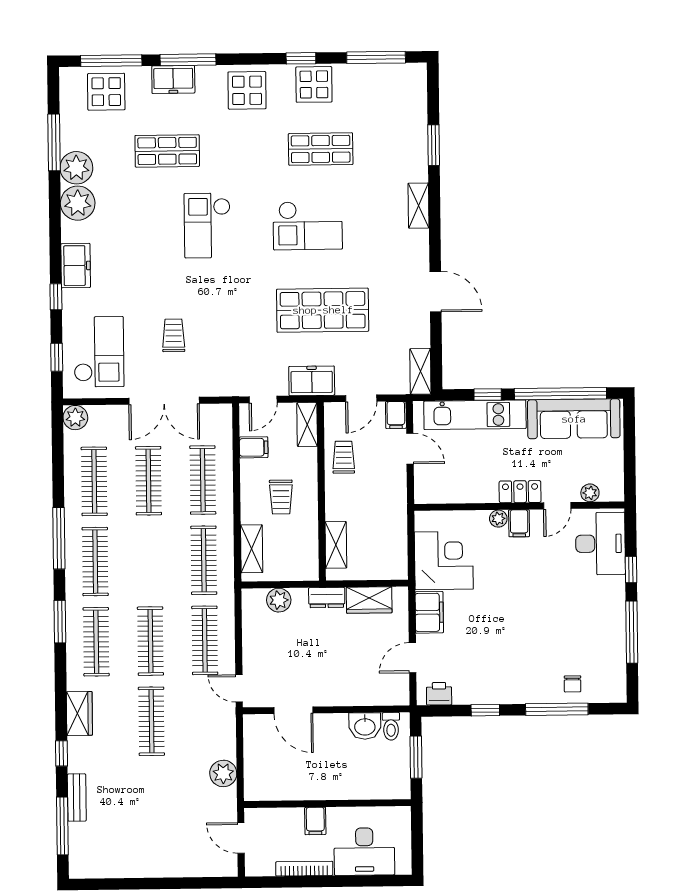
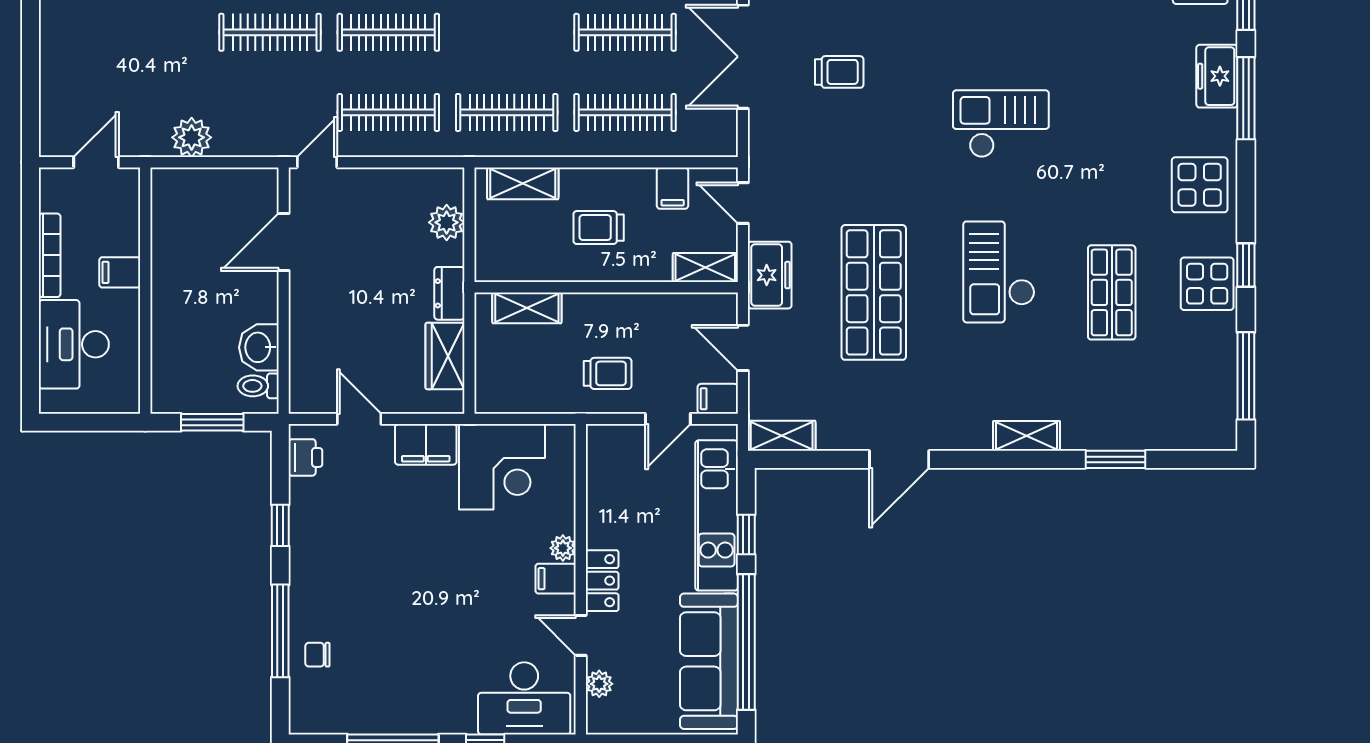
shop shelf: (167, 151) -> (1112, 66), removed
trolley: (344, 457) -> (608, 373), moved

